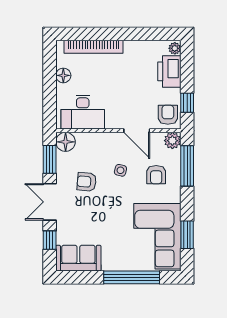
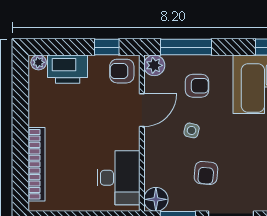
floor lamp: (63, 75) -> (73, 202), removed

